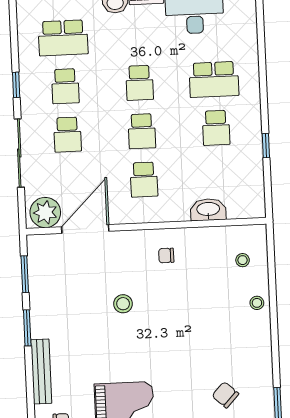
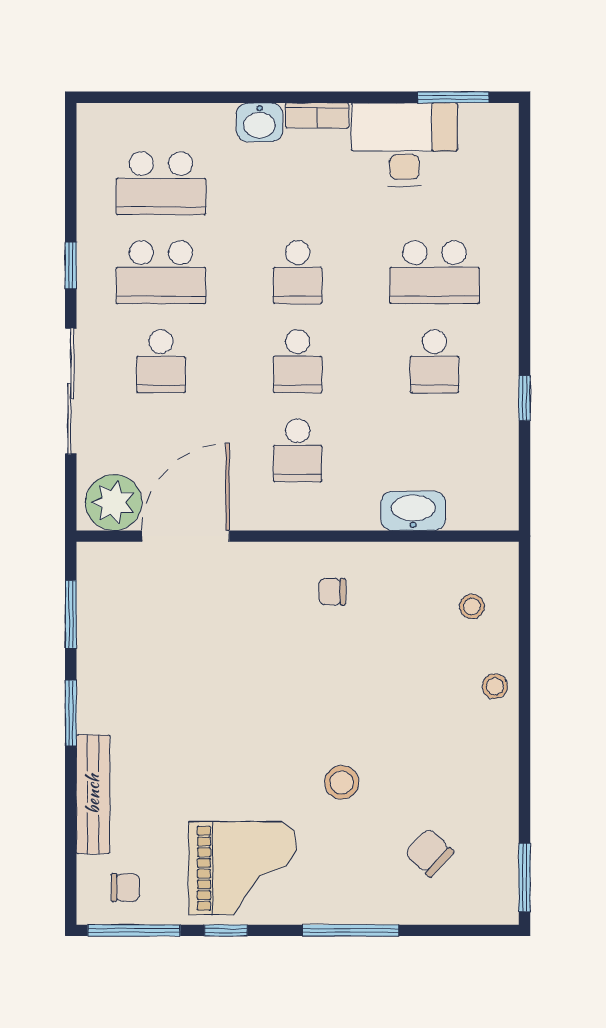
school desk: (65, 86) -> (161, 272), width x1.85
stool: (123, 304) -> (342, 782), moved

